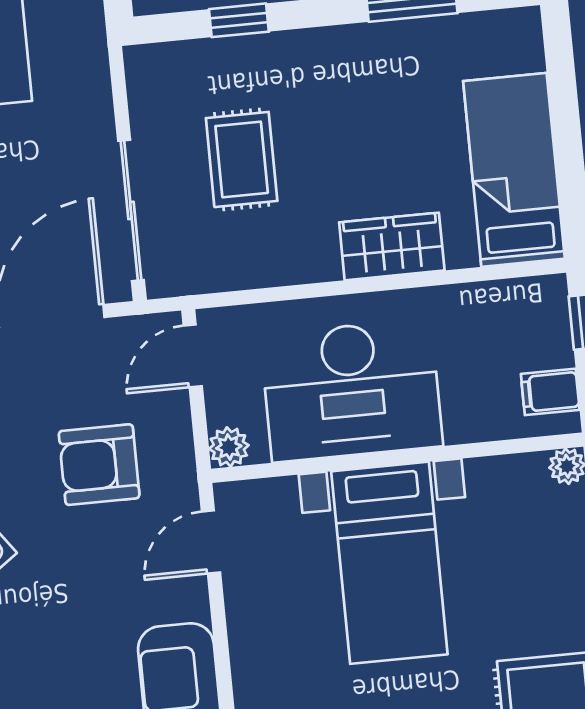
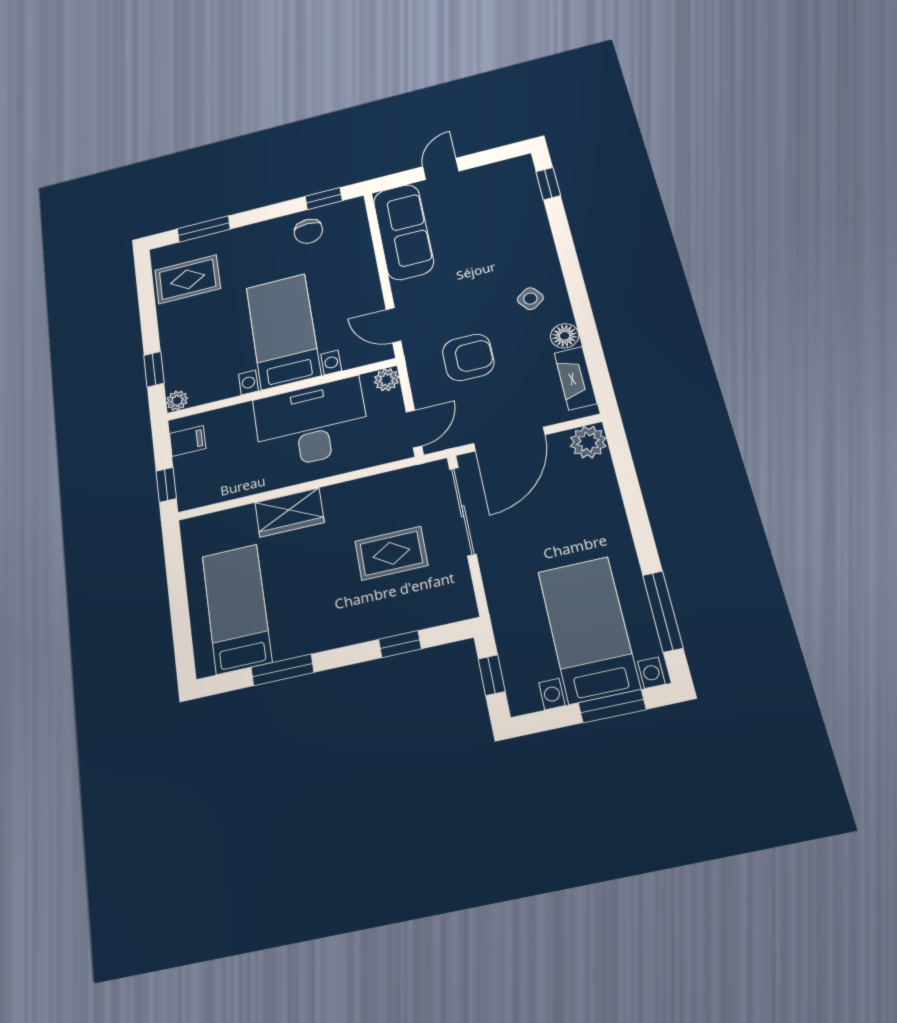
rug: (242, 159) -> (391, 553), turned 90
bed: (514, 170) -> (237, 609), moved, turned 180
door: (211, 542) -> (394, 325), swing flipped

